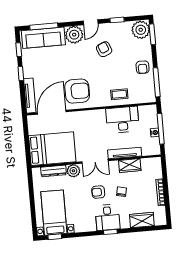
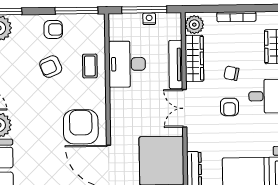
armchair: (104, 49) -> (51, 67), moved
double door: (95, 161) -> (184, 108), swing flipped
wardrobe: (130, 166) -> (194, 58), width x1.50
plant: (73, 171) -> (194, 25), moved

